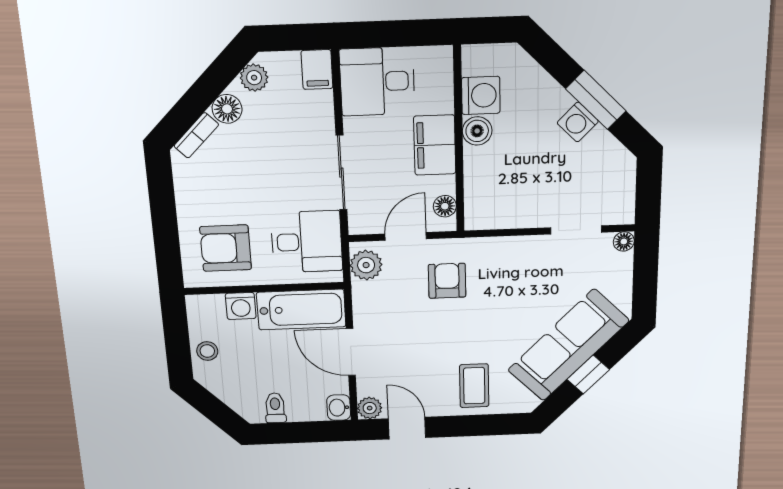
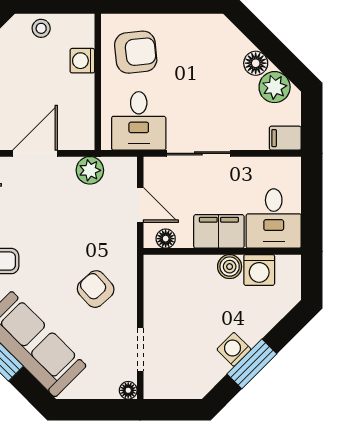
plant: (254, 78) -> (275, 87), width x1.38, depth x1.38
desk: (377, 82) -> (274, 219), moved, turned 180
bookcase: (196, 135) -> (235, 36), removed
armchair: (226, 248) -> (136, 52), turned 84
plant: (366, 265) -> (90, 170), moved
armchair: (447, 281) -> (96, 289), moved, turned -132
bathtub: (301, 310) -> (77, 113), removed

